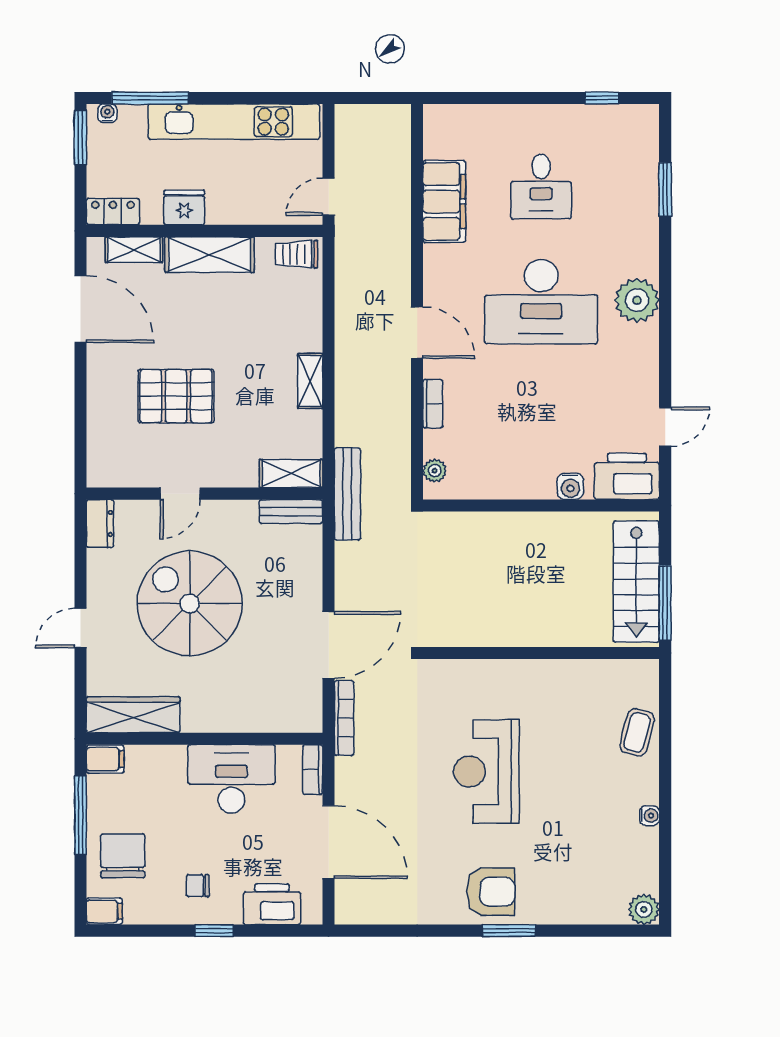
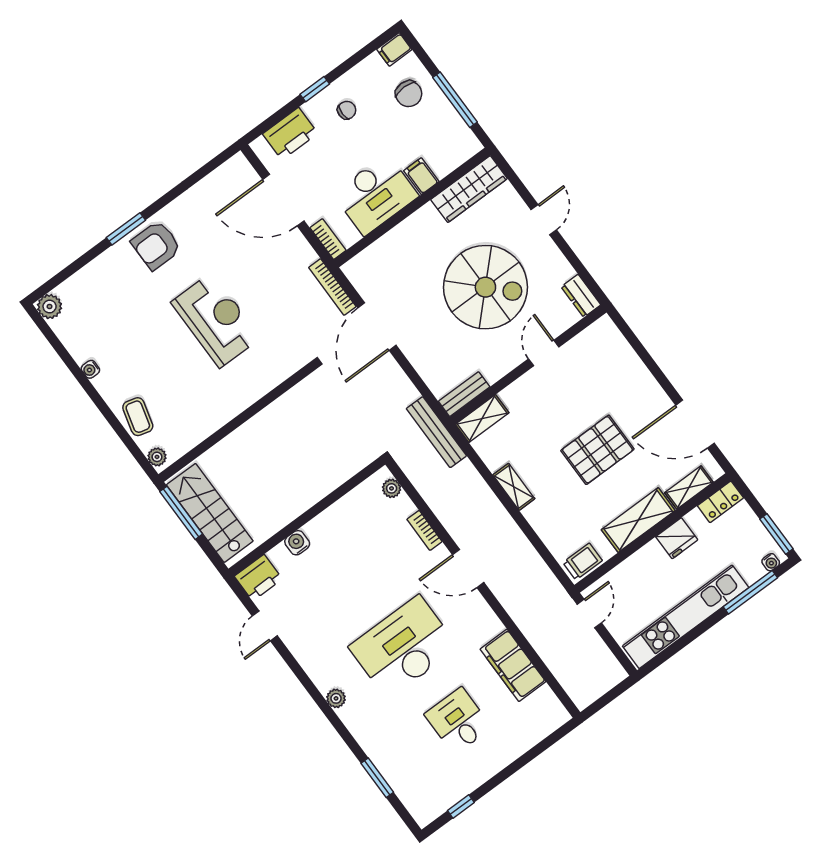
plant: (637, 300) -> (336, 698), width x0.53, depth x0.53
pallet: (176, 396) -> (597, 450), moved
printer: (627, 476) -> (258, 578), width x0.73, depth x0.84
plant: (648, 677) -> (157, 457), added
filing cabinet: (105, 759) -> (421, 176), moved, turned 90
chair: (123, 856) -> (409, 94), width x0.73, depth x0.73

